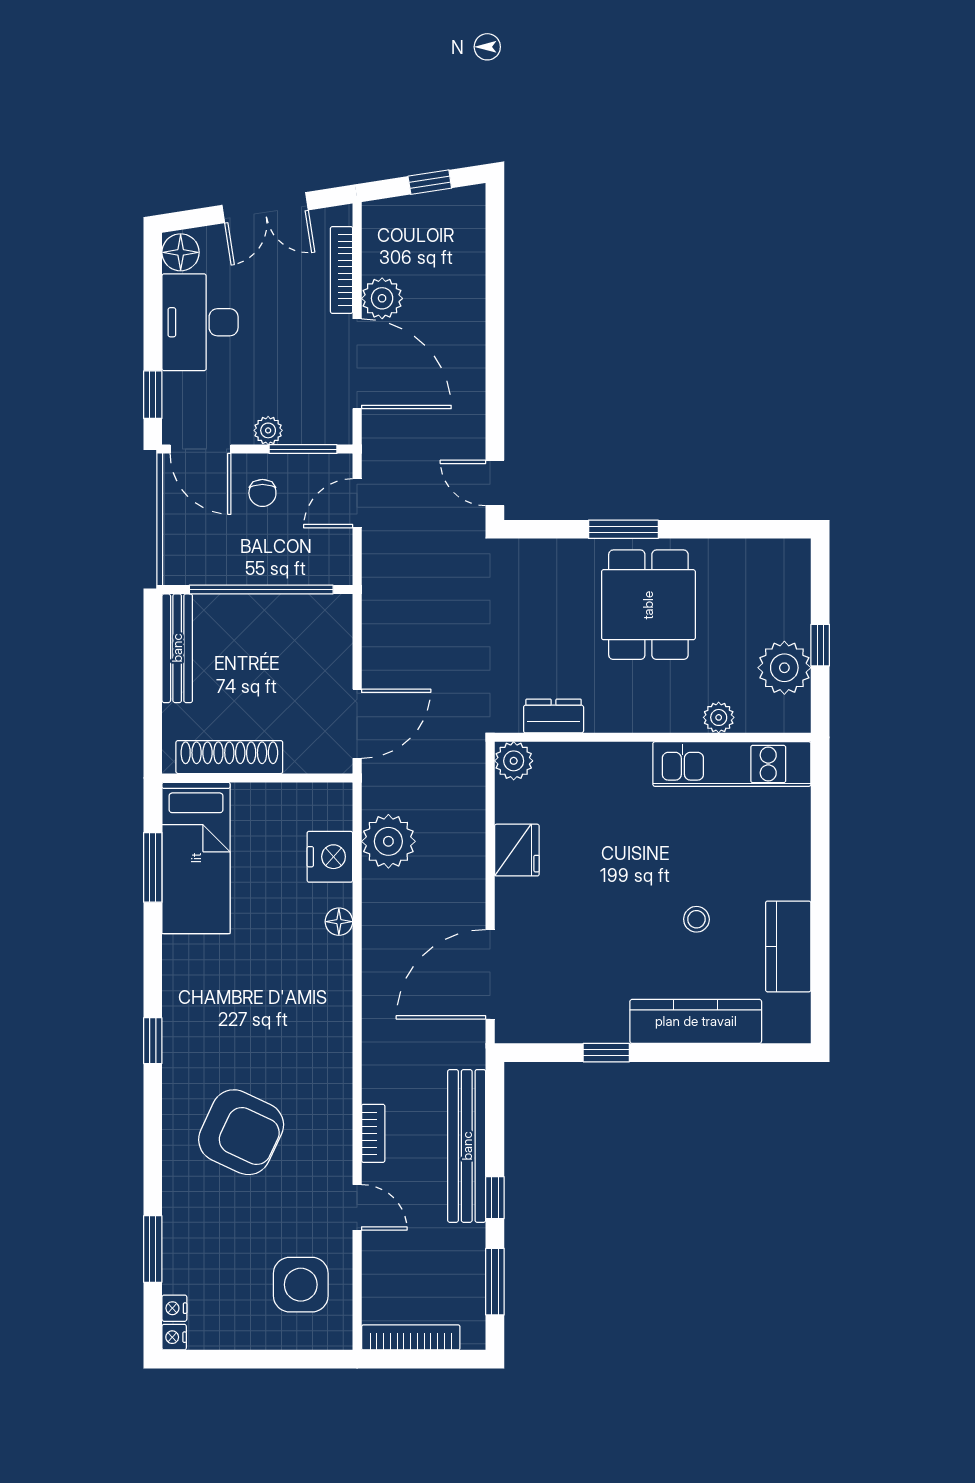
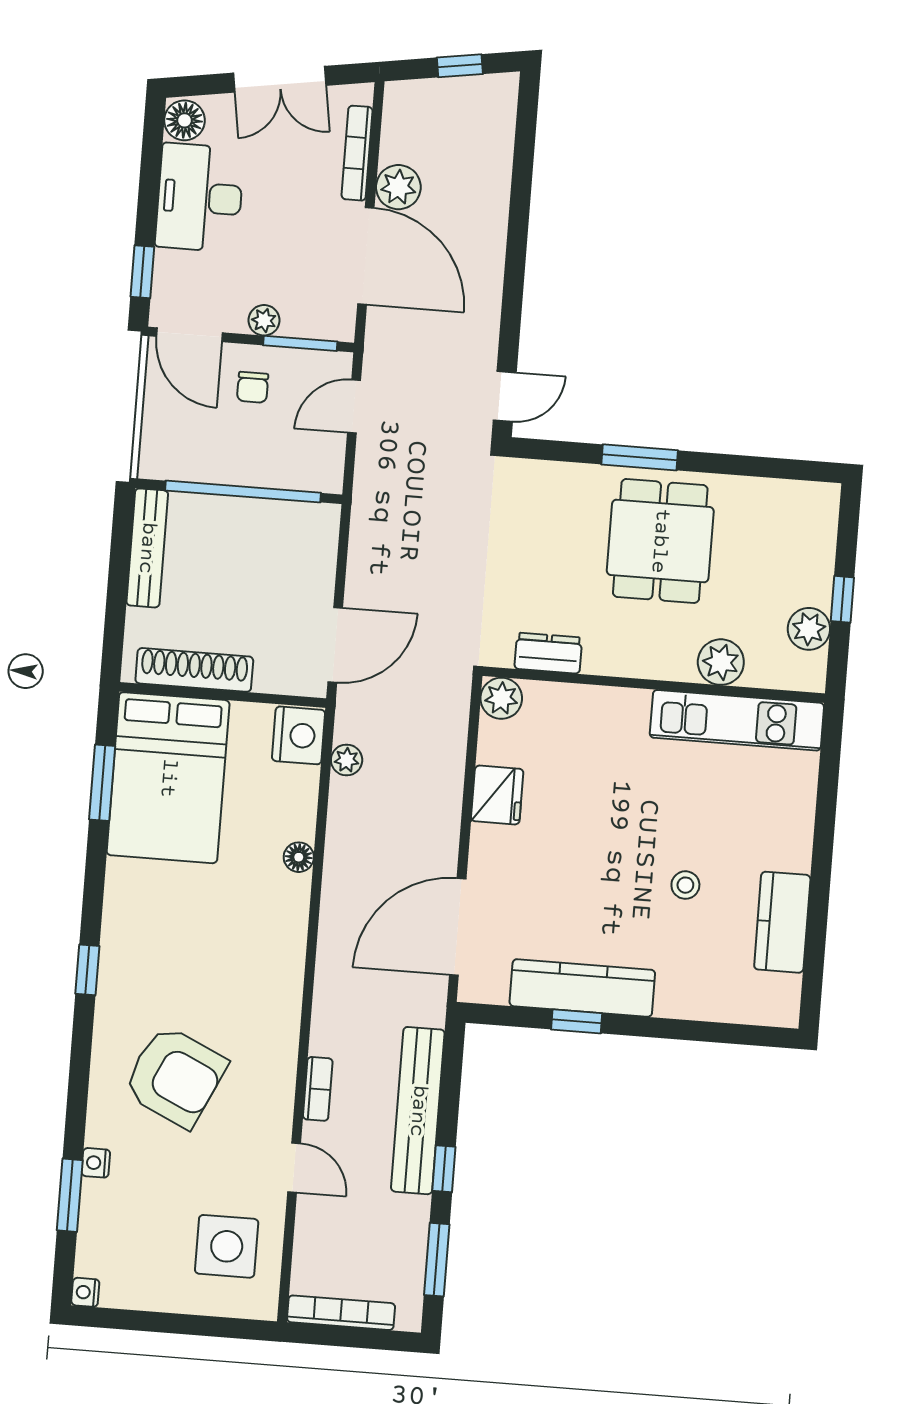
door: (495, 483) -> (505, 396), swing flipped
plant: (784, 668) -> (809, 629), width x0.73, depth x0.73
plant: (719, 717) -> (721, 662), width x1.38, depth x1.38
plant: (388, 841) -> (347, 760), width x0.53, depth x0.53
nightstand: (330, 857) -> (299, 735), moved
bed: (196, 858) -> (168, 778), width x1.50
kitchen counter: (696, 1021) -> (582, 988), moved
nightstand: (174, 1308) -> (96, 1163), moved

